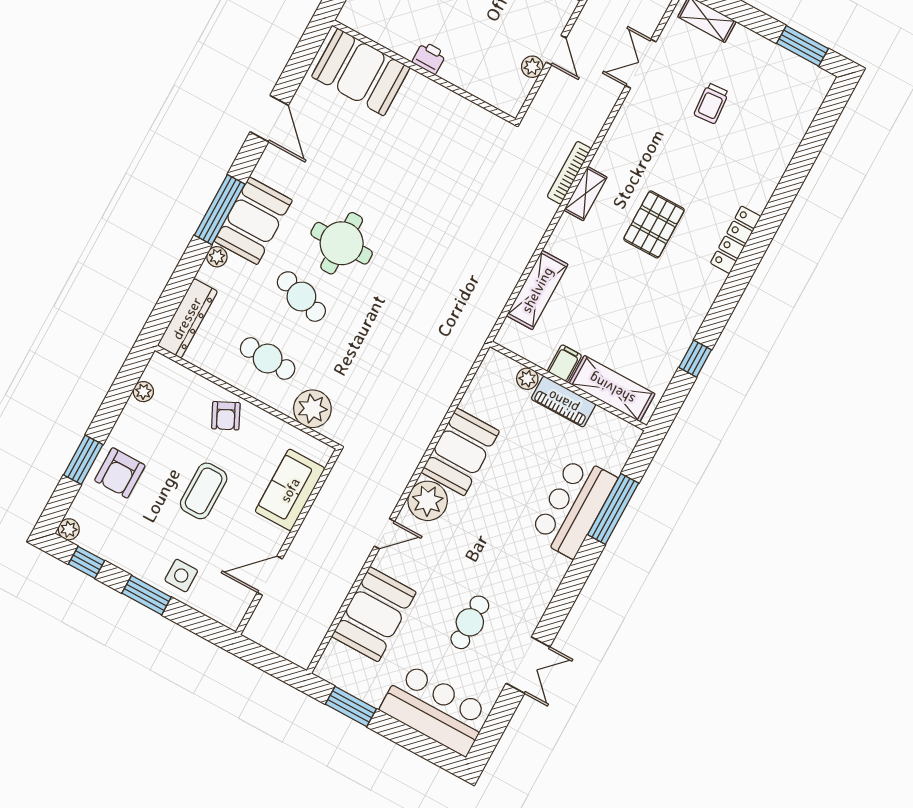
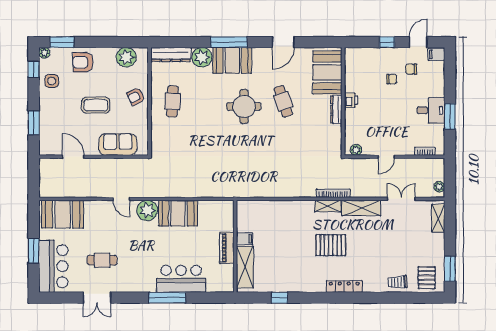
plant: (532, 67) -> (356, 150), moved
dresser: (431, 91) -> (336, 109), added
pallet: (796, 93) -> (427, 278), added
trolley: (711, 103) -> (397, 282), moved
plant: (217, 257) -> (202, 57), width x1.88, depth x1.88
shelving: (537, 290) -> (361, 208), moved
cafe table: (301, 297) -> (283, 101), moved, turned -36
plant: (527, 379) -> (228, 226), removed
plant: (143, 392) -> (126, 57), width x1.87, depth x1.87
plant: (312, 409) -> (161, 135), removed
window: (83, 460) -> (62, 42), moved
window: (613, 509) -> (167, 298), moved
side table: (181, 576) -> (52, 81), moved
window: (147, 595) -> (34, 123), moved
booth: (374, 614) -> (63, 214), moved
window: (351, 707) -> (34, 251), moved

